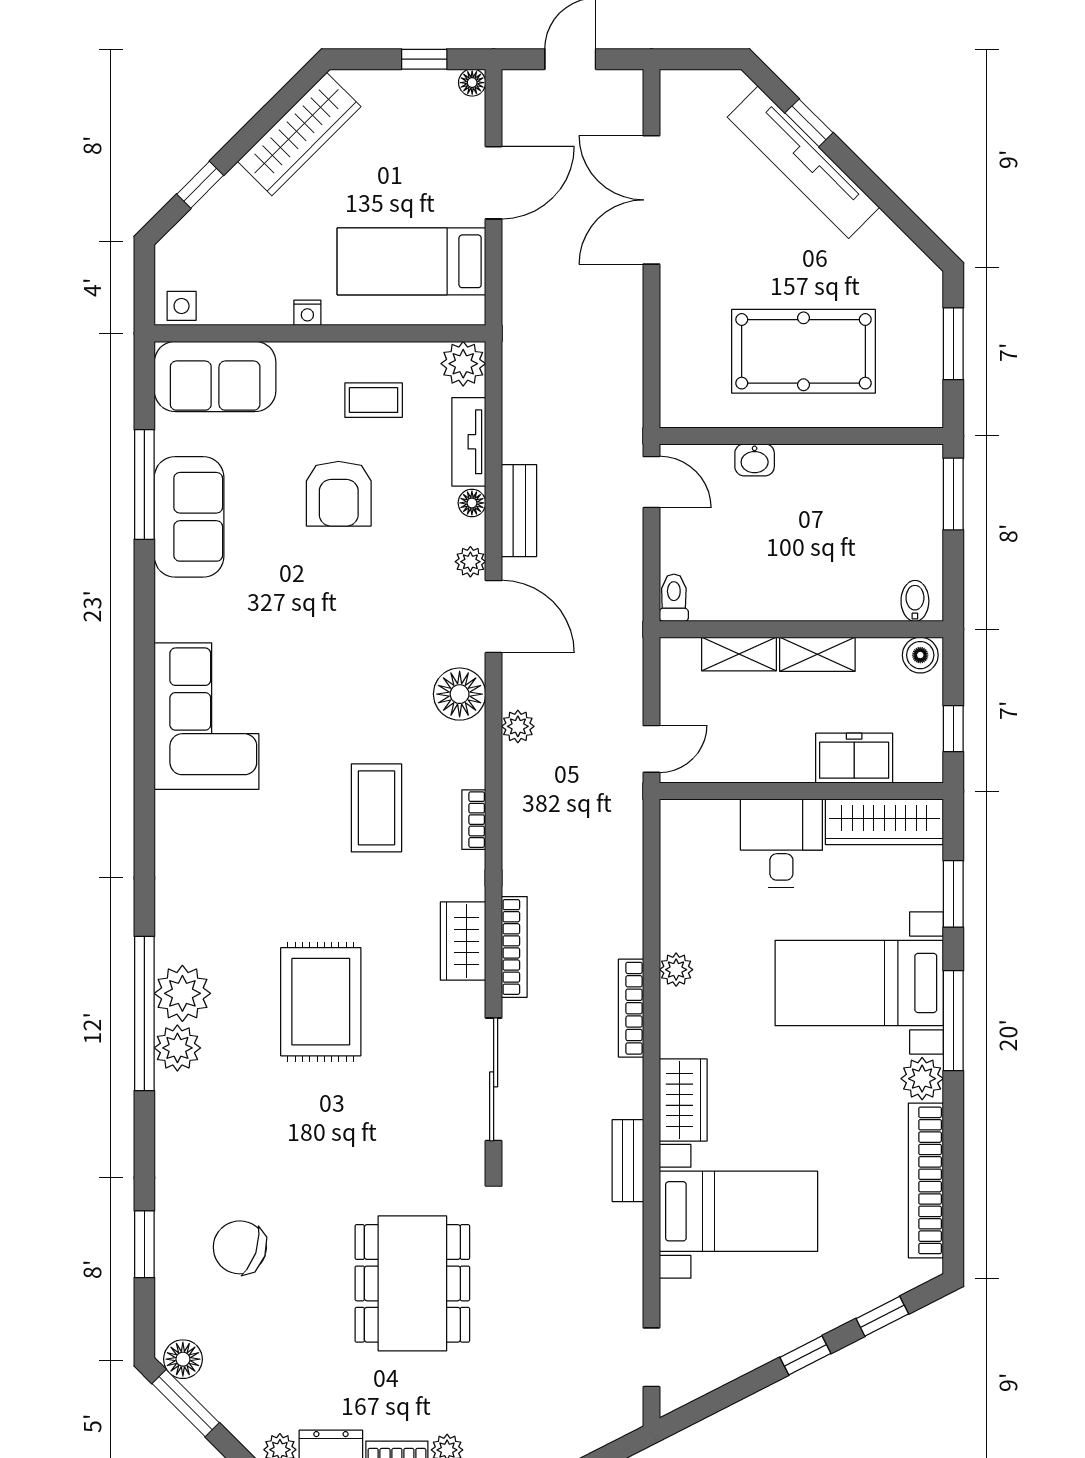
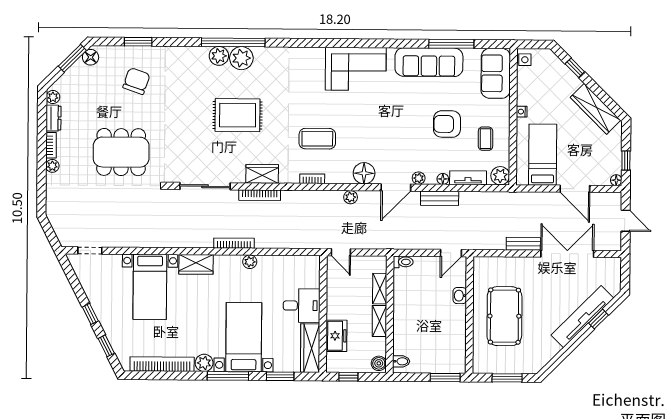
sofa: (189, 517) -> (429, 62), width x1.36
bench: (628, 1161) -> (523, 244), moved

